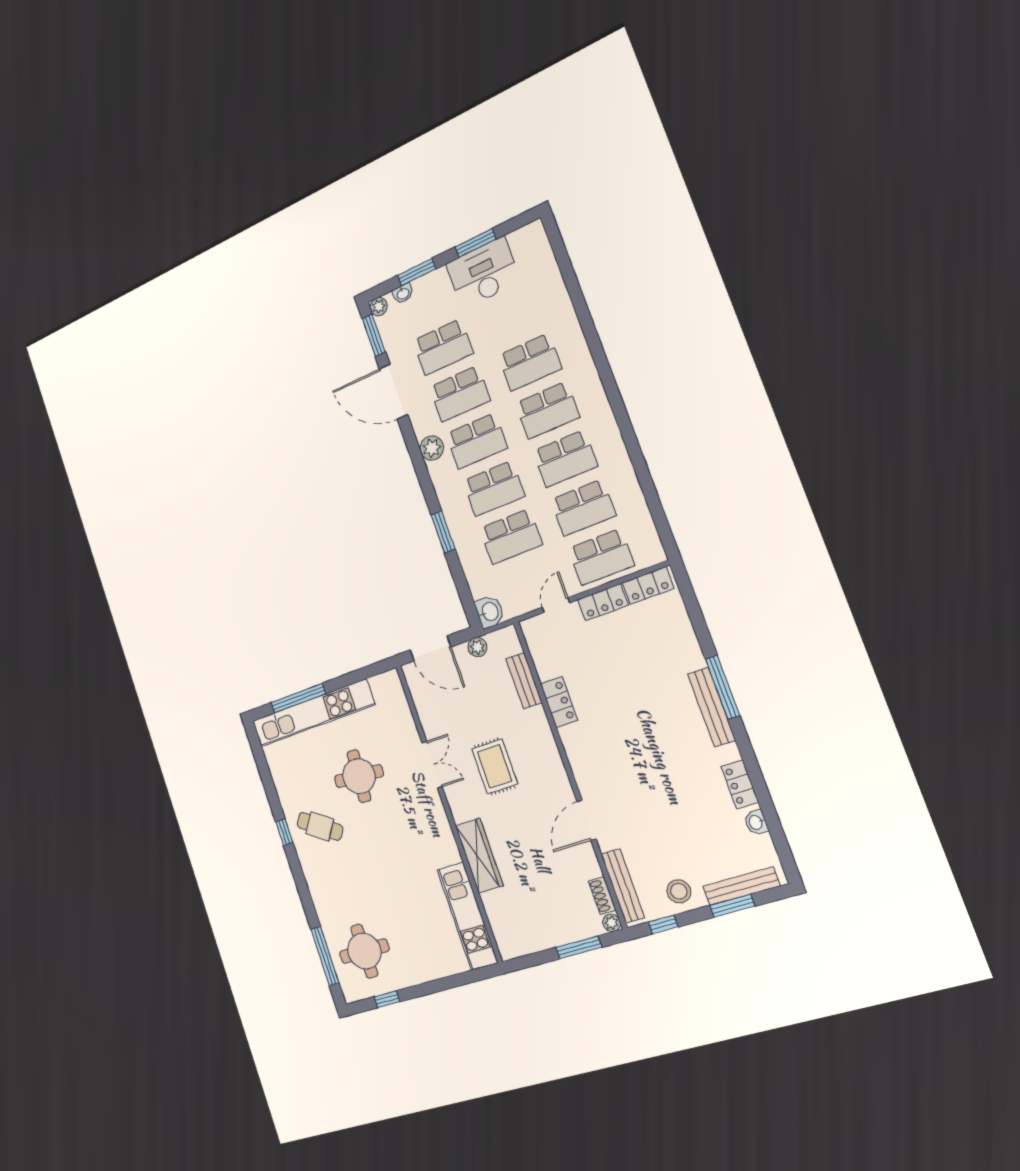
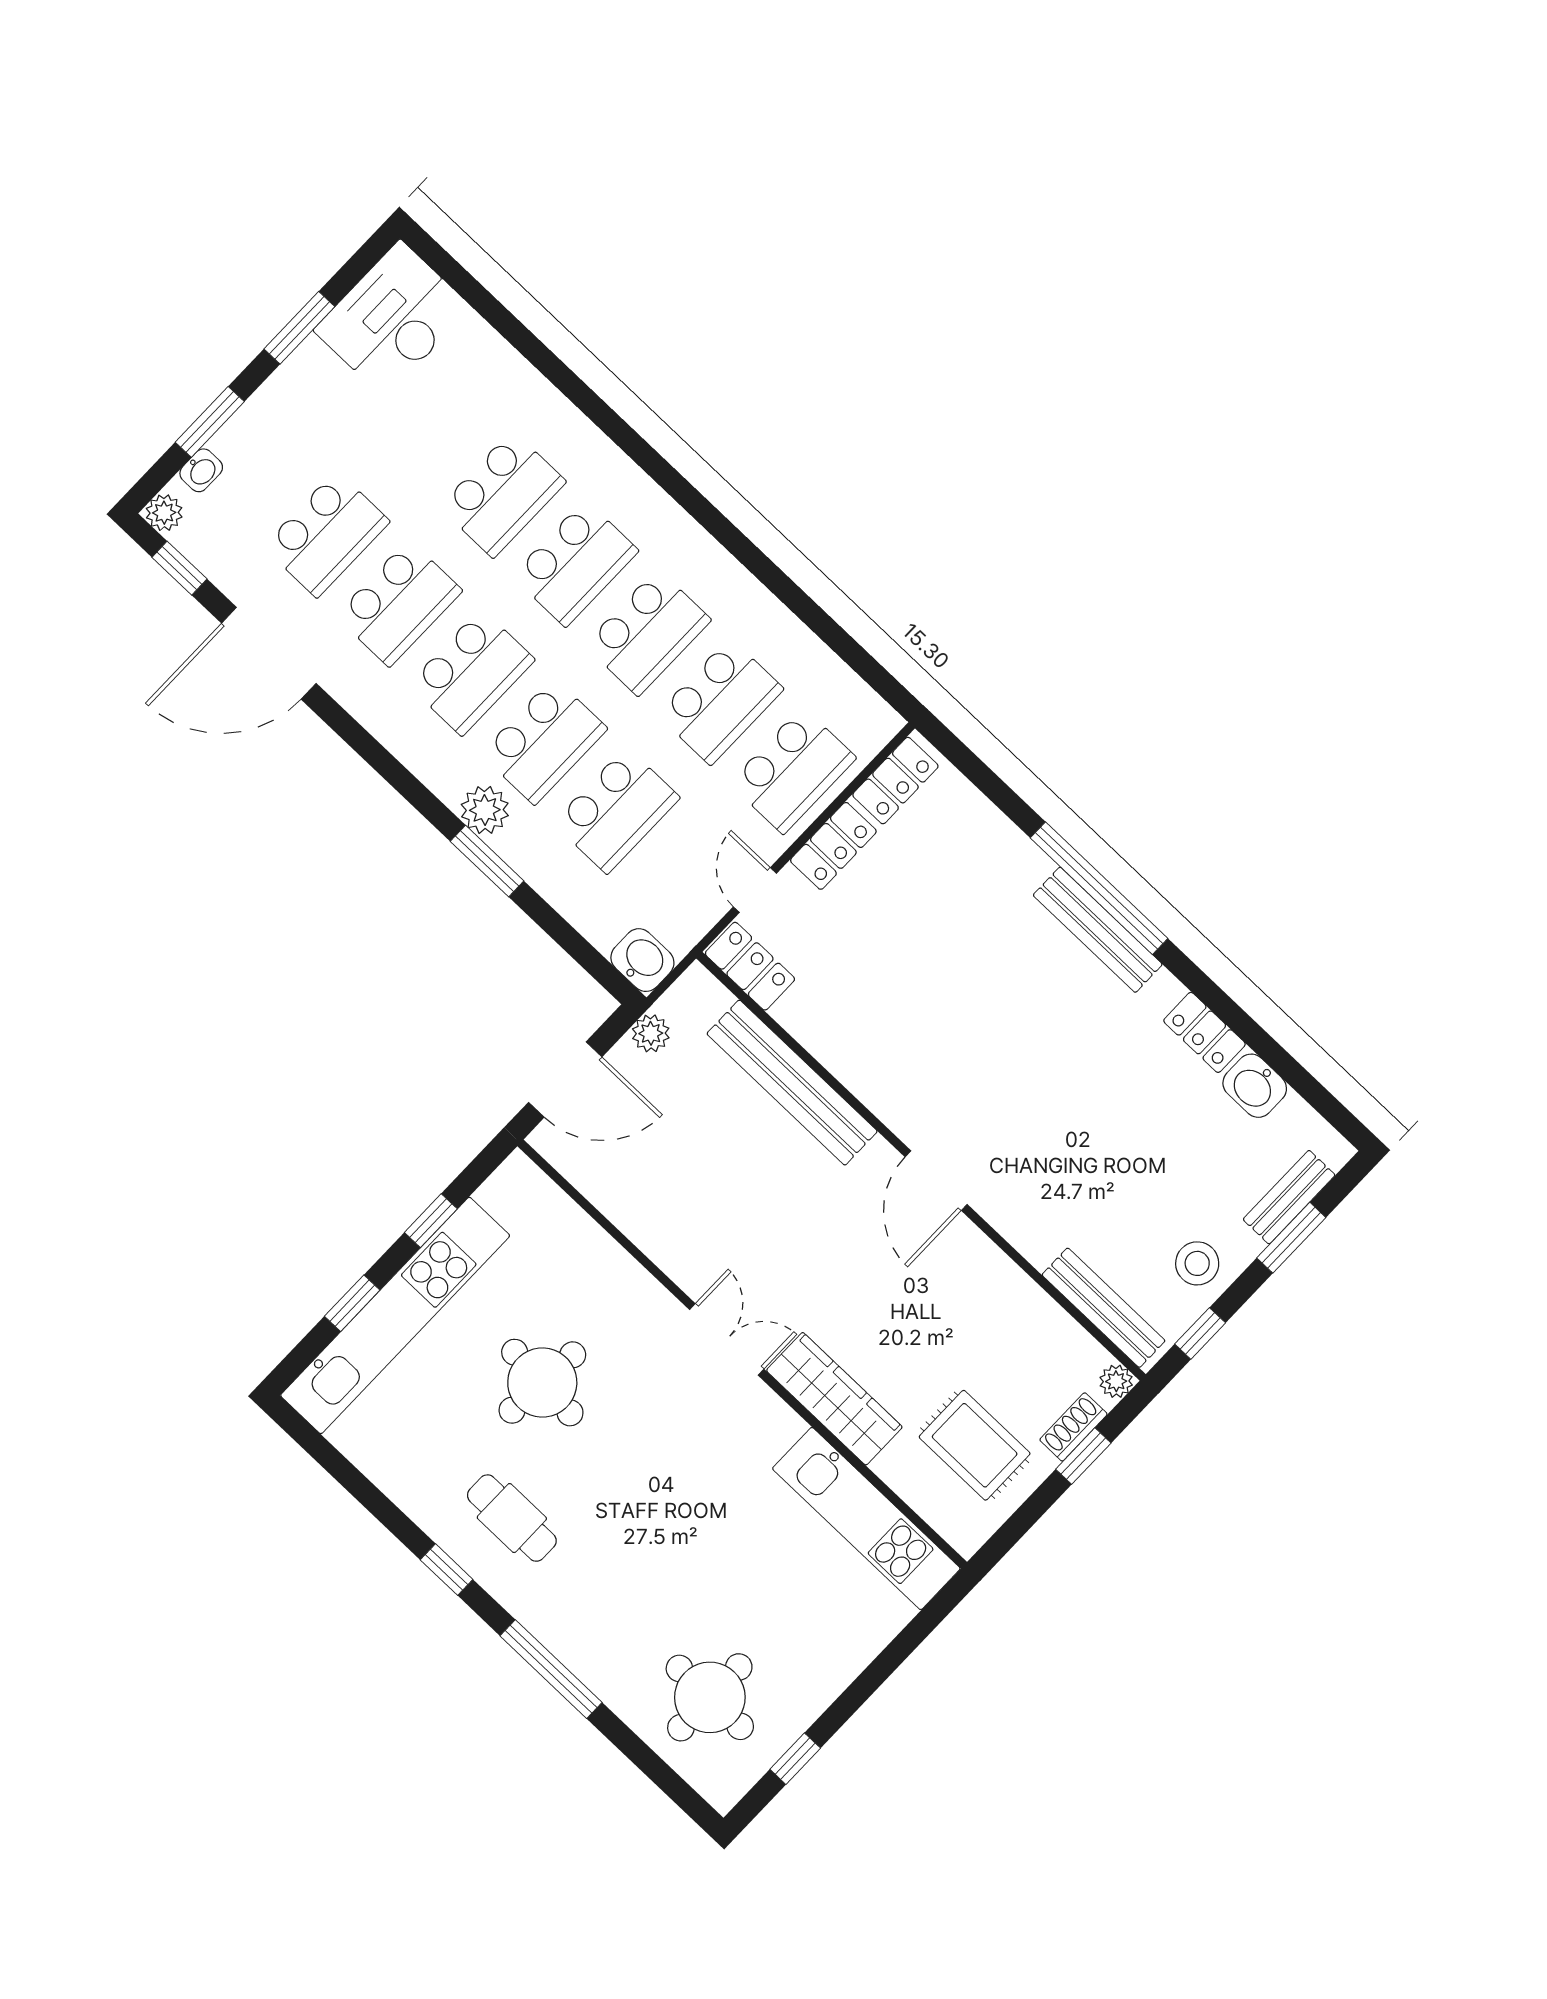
desk: (483, 273) -> (393, 319), moved
window: (374, 335) -> (179, 568), width x0.67
plant: (432, 448) -> (485, 810), moved
window: (346, 680) -> (431, 1221), added
bench: (524, 681) -> (792, 1083), width x1.86, depth x1.21
window: (723, 687) -> (1099, 888), width x1.46
window: (298, 698) -> (352, 1303), width x0.46
locker: (559, 702) -> (750, 966), moved
double door: (432, 765) -> (727, 1339), moved
rug: (495, 766) -> (975, 1445), moved
door: (587, 820) -> (936, 1181), moved
washbasin: (756, 822) -> (1255, 1086), width x1.38, depth x1.45
cafe table: (320, 826) -> (512, 1518), turned 56
bench: (741, 886) -> (1289, 1197), width x0.73
shoe rack: (602, 896) -> (1073, 1427), moved, turned 90
window: (579, 947) -> (1083, 1456), width x0.67
window: (325, 956) -> (551, 1669), moved

